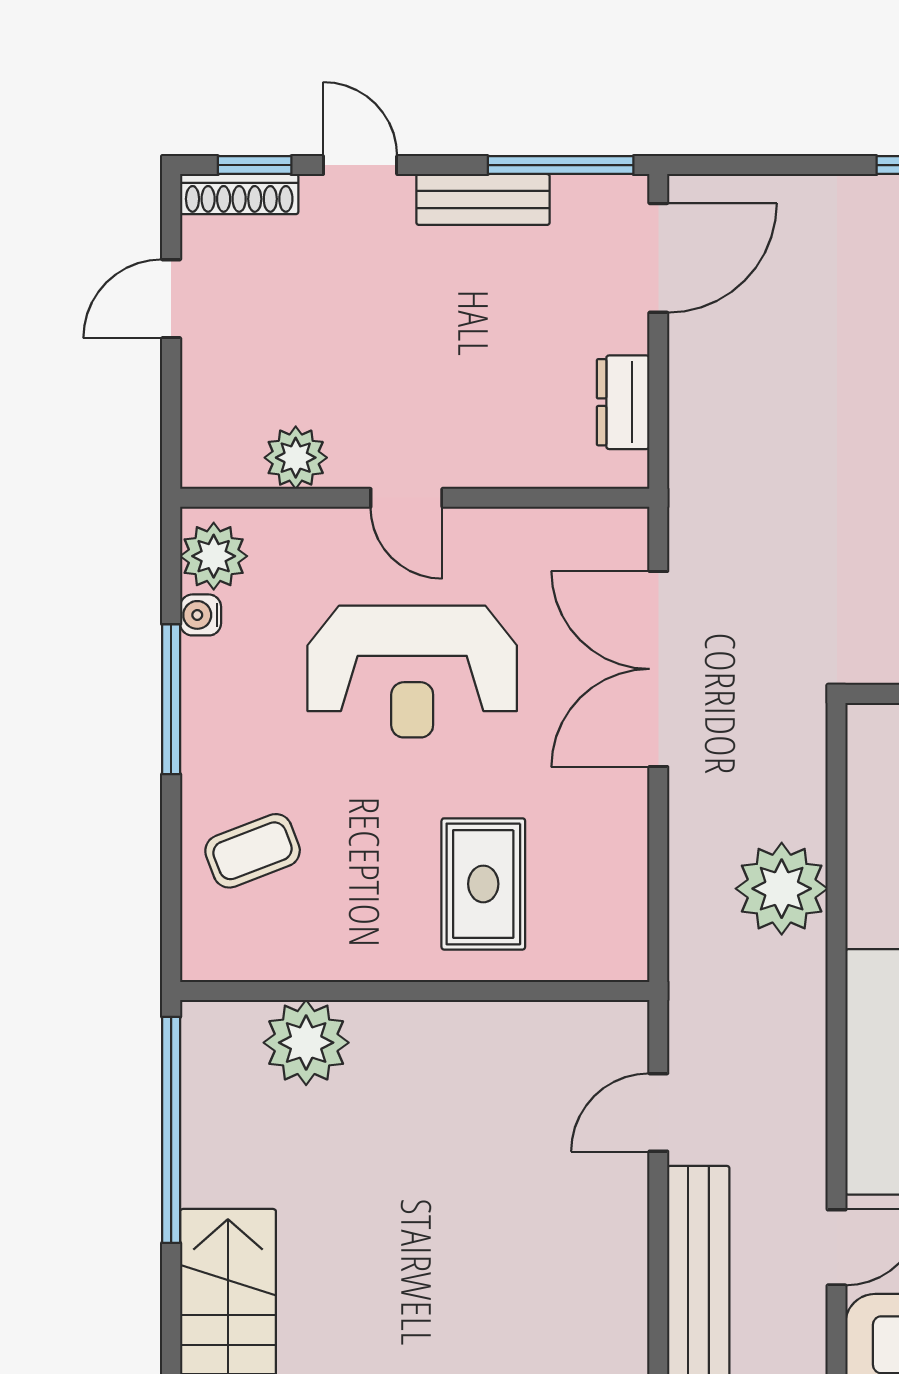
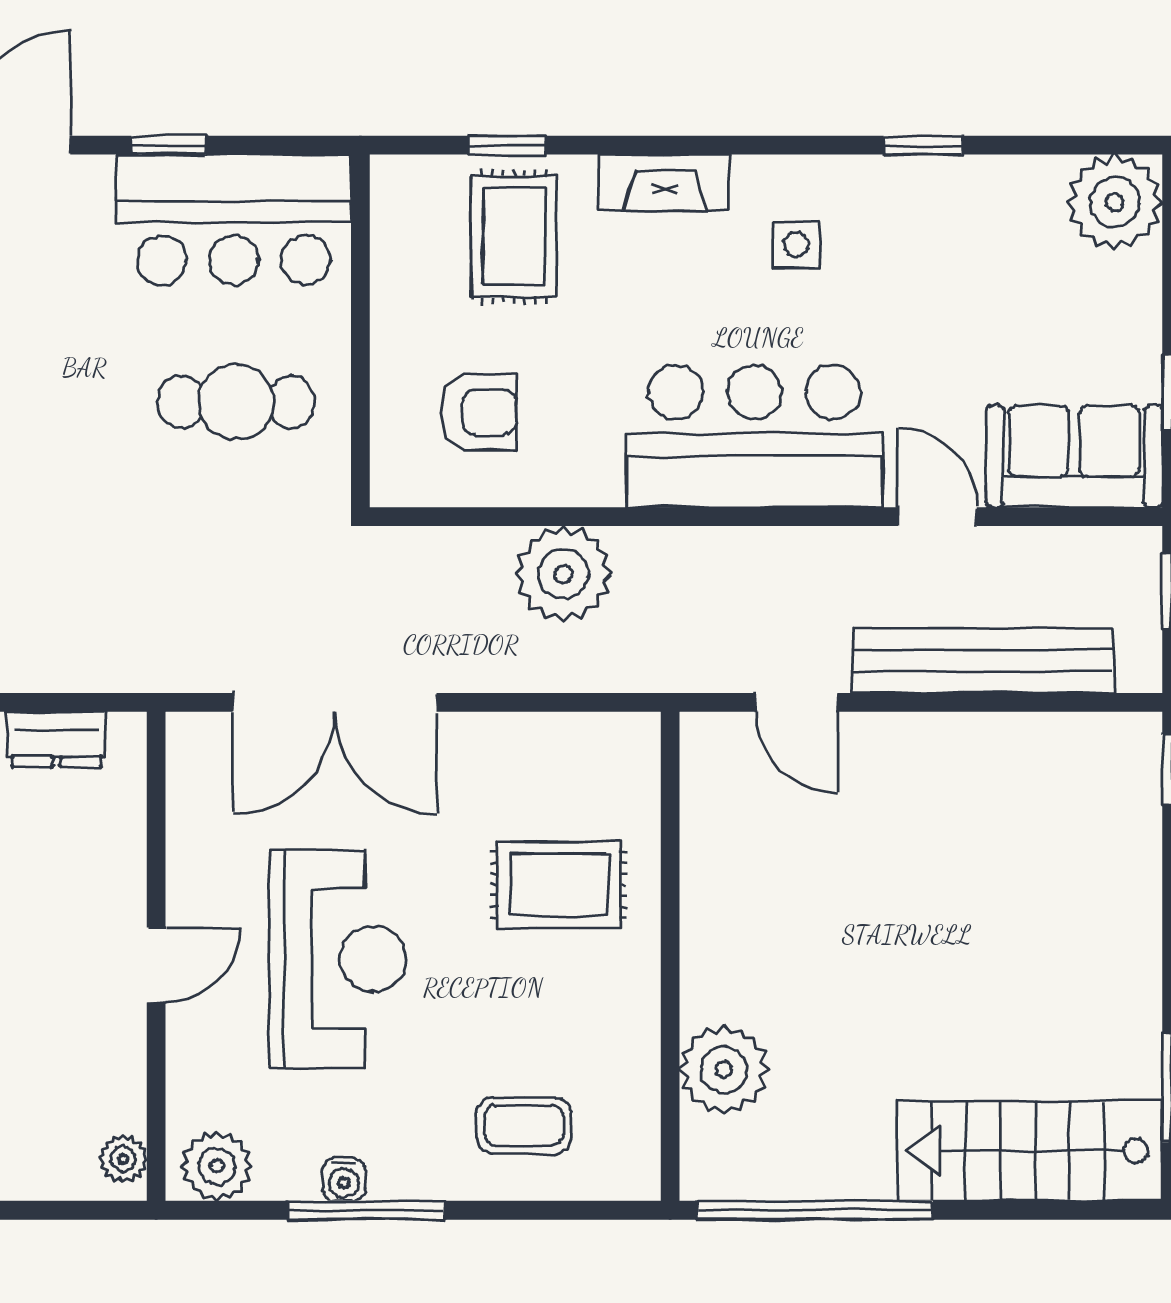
plant: (296, 458) -> (123, 1159), moved, width x0.73, depth x0.73
water cooler: (201, 615) -> (344, 1180), moved
coffee table: (253, 851) -> (524, 1125), turned -69

